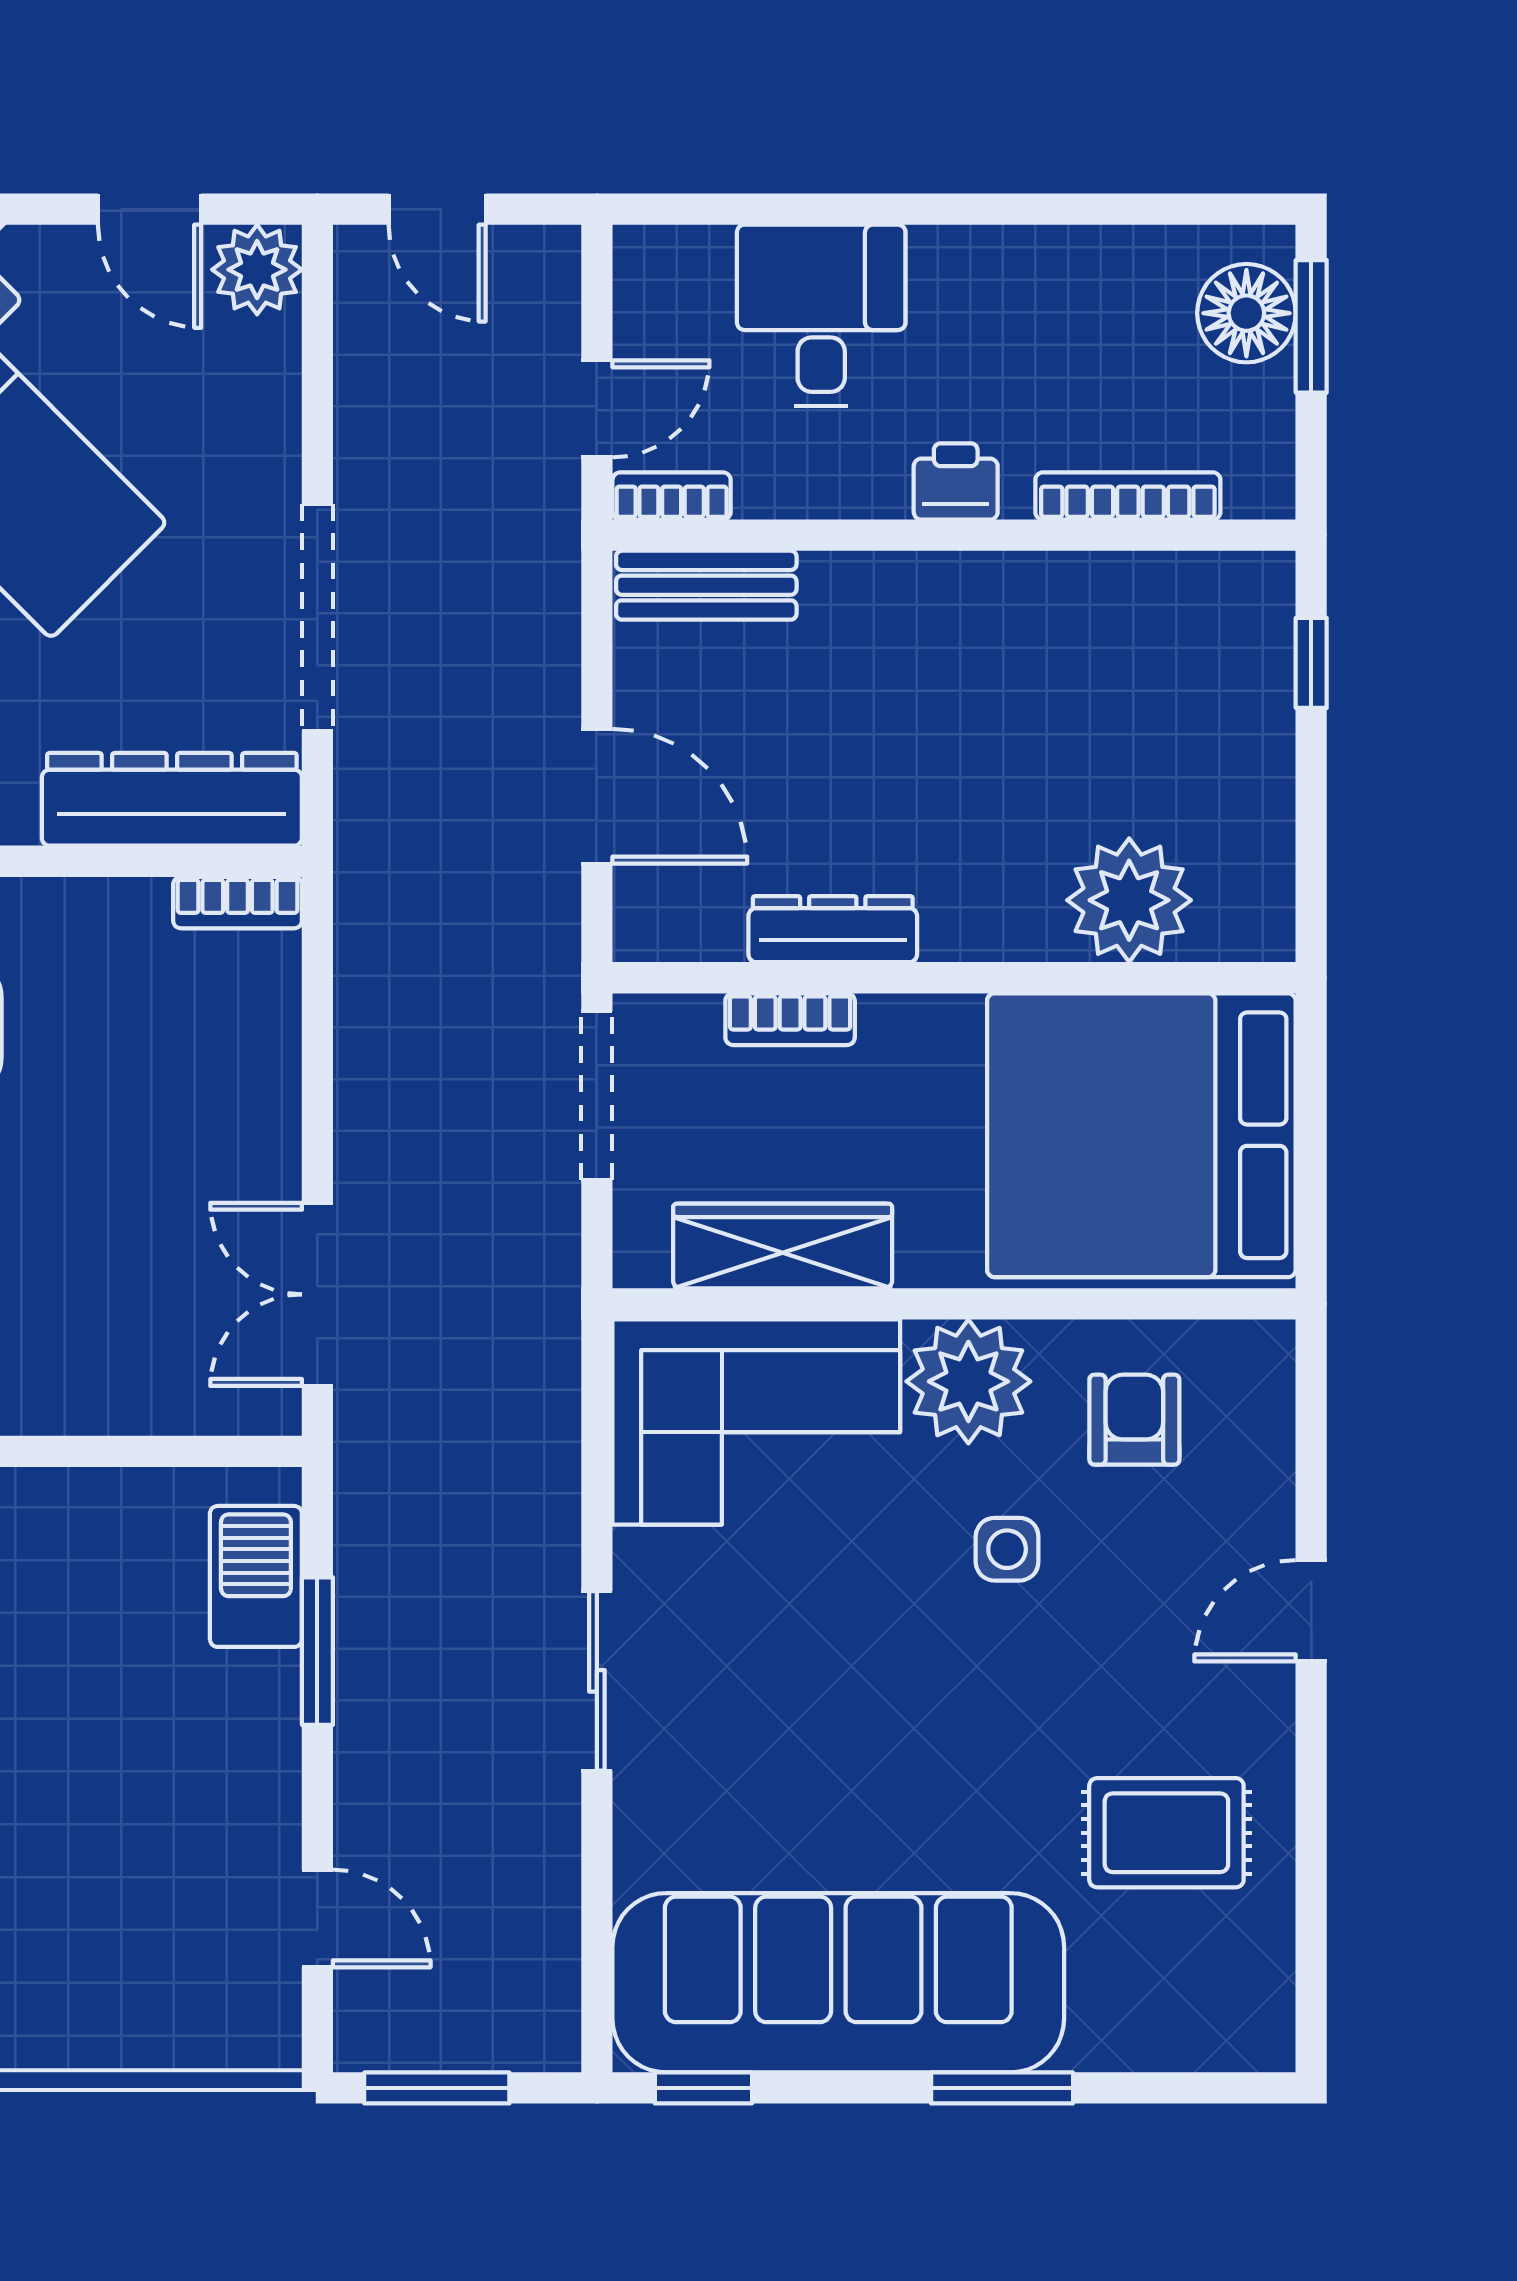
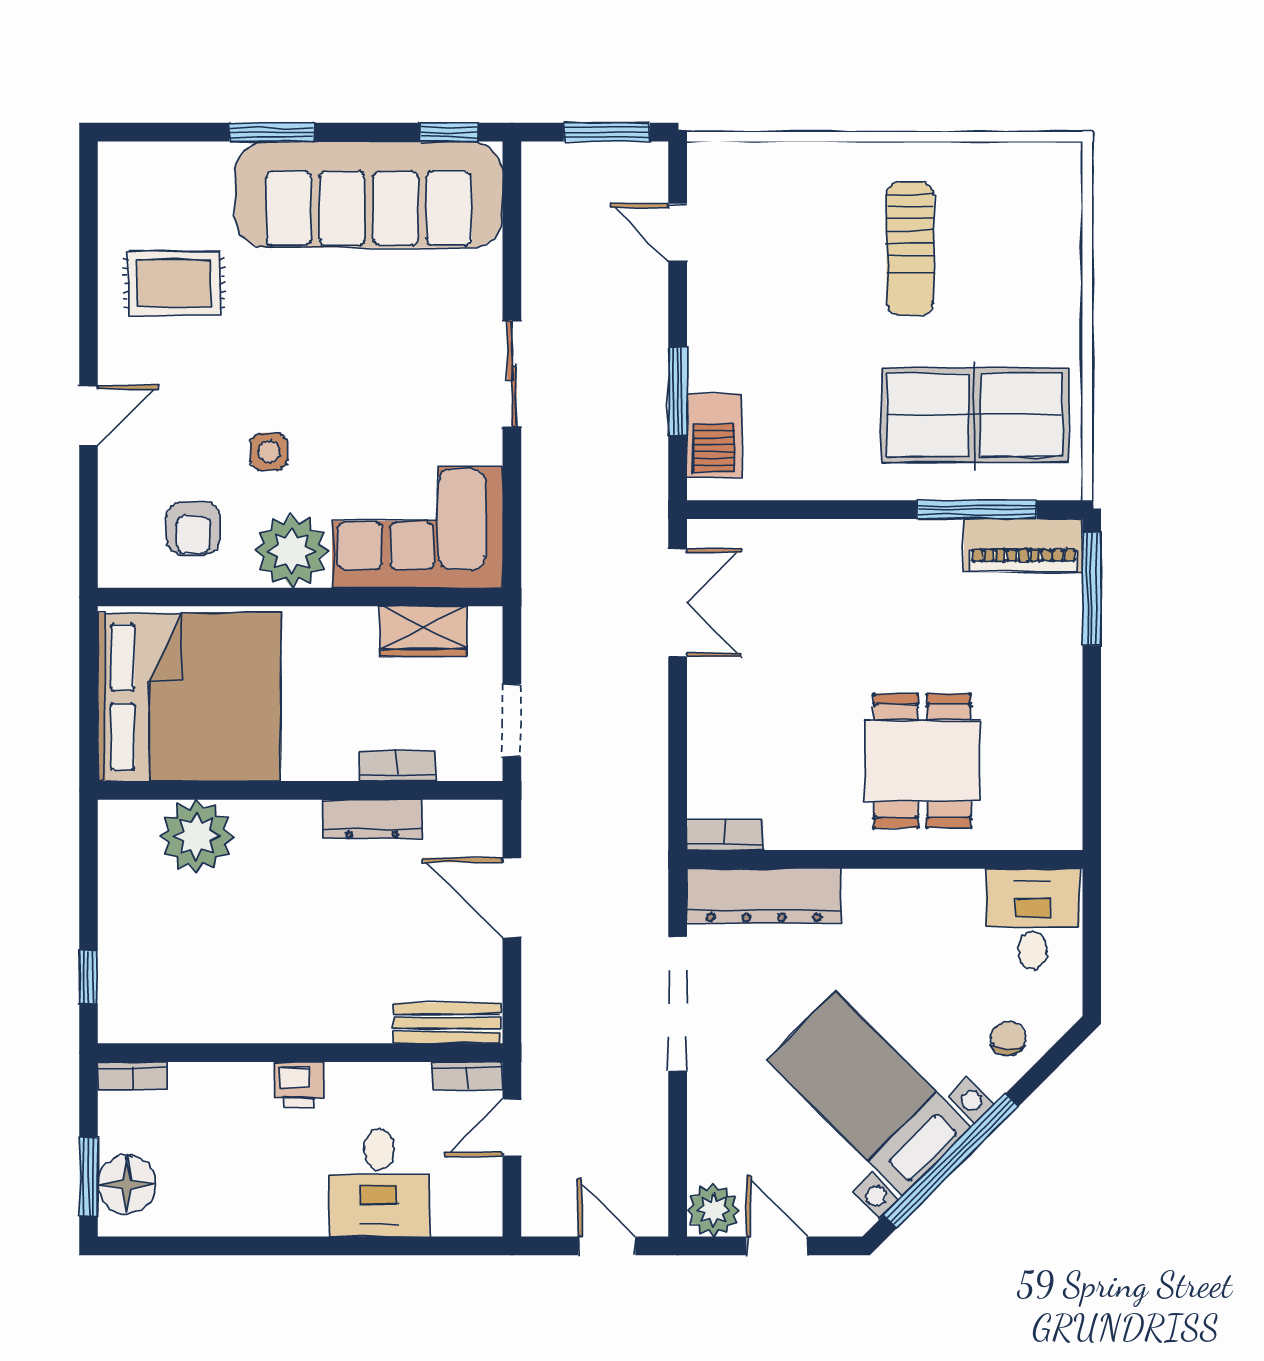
bookcase: (1128, 496) -> (133, 1076), moved, width x0.64
doorway: (597, 1096) -> (512, 720), width x0.73
wardrobe: (783, 1246) -> (423, 631), width x0.67

